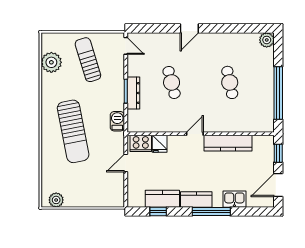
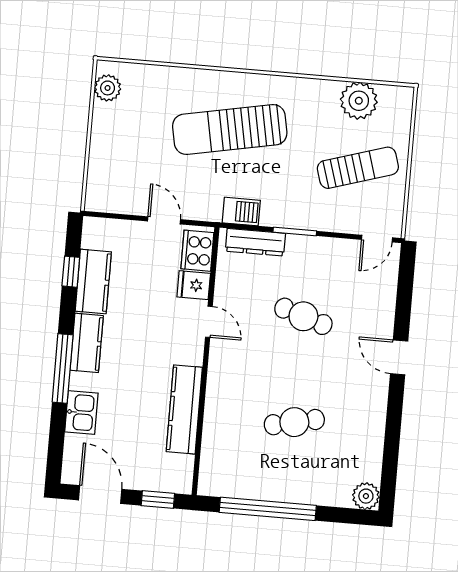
cafe table: (172, 82) -> (303, 316), turned 33
dresser: (133, 93) -> (255, 242), moved
door: (195, 134) -> (209, 322), moved

